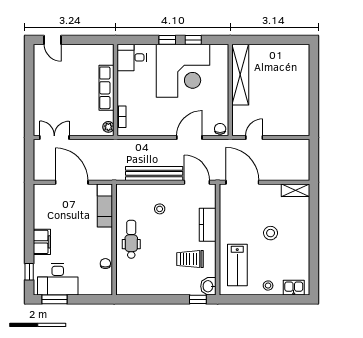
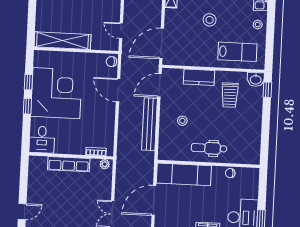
exam couch: (105, 206) -> (184, 174), width x1.36, depth x1.45

